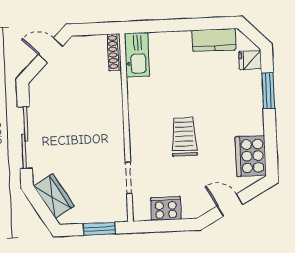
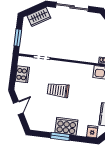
window: (268, 91) -> (60, 136), moved
trolley: (184, 137) -> (58, 90), turned 180
cooker: (251, 156) -> (66, 126), moved

